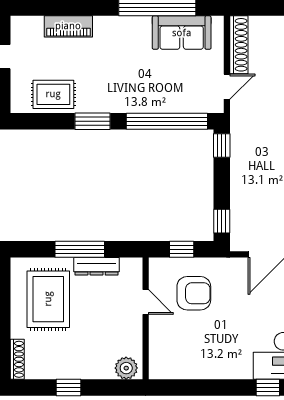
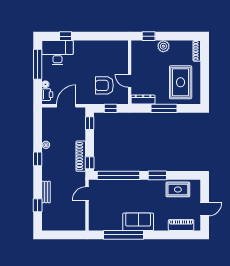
piano: (68, 26) -> (181, 225), moved
sofa: (182, 33) -> (138, 222), moved
shoe rack: (239, 45) -> (81, 156), moved
dresser: (97, 266) -> (143, 99), moved
plant: (126, 368) -> (163, 46), moved
window: (69, 388) -> (149, 36), moved

